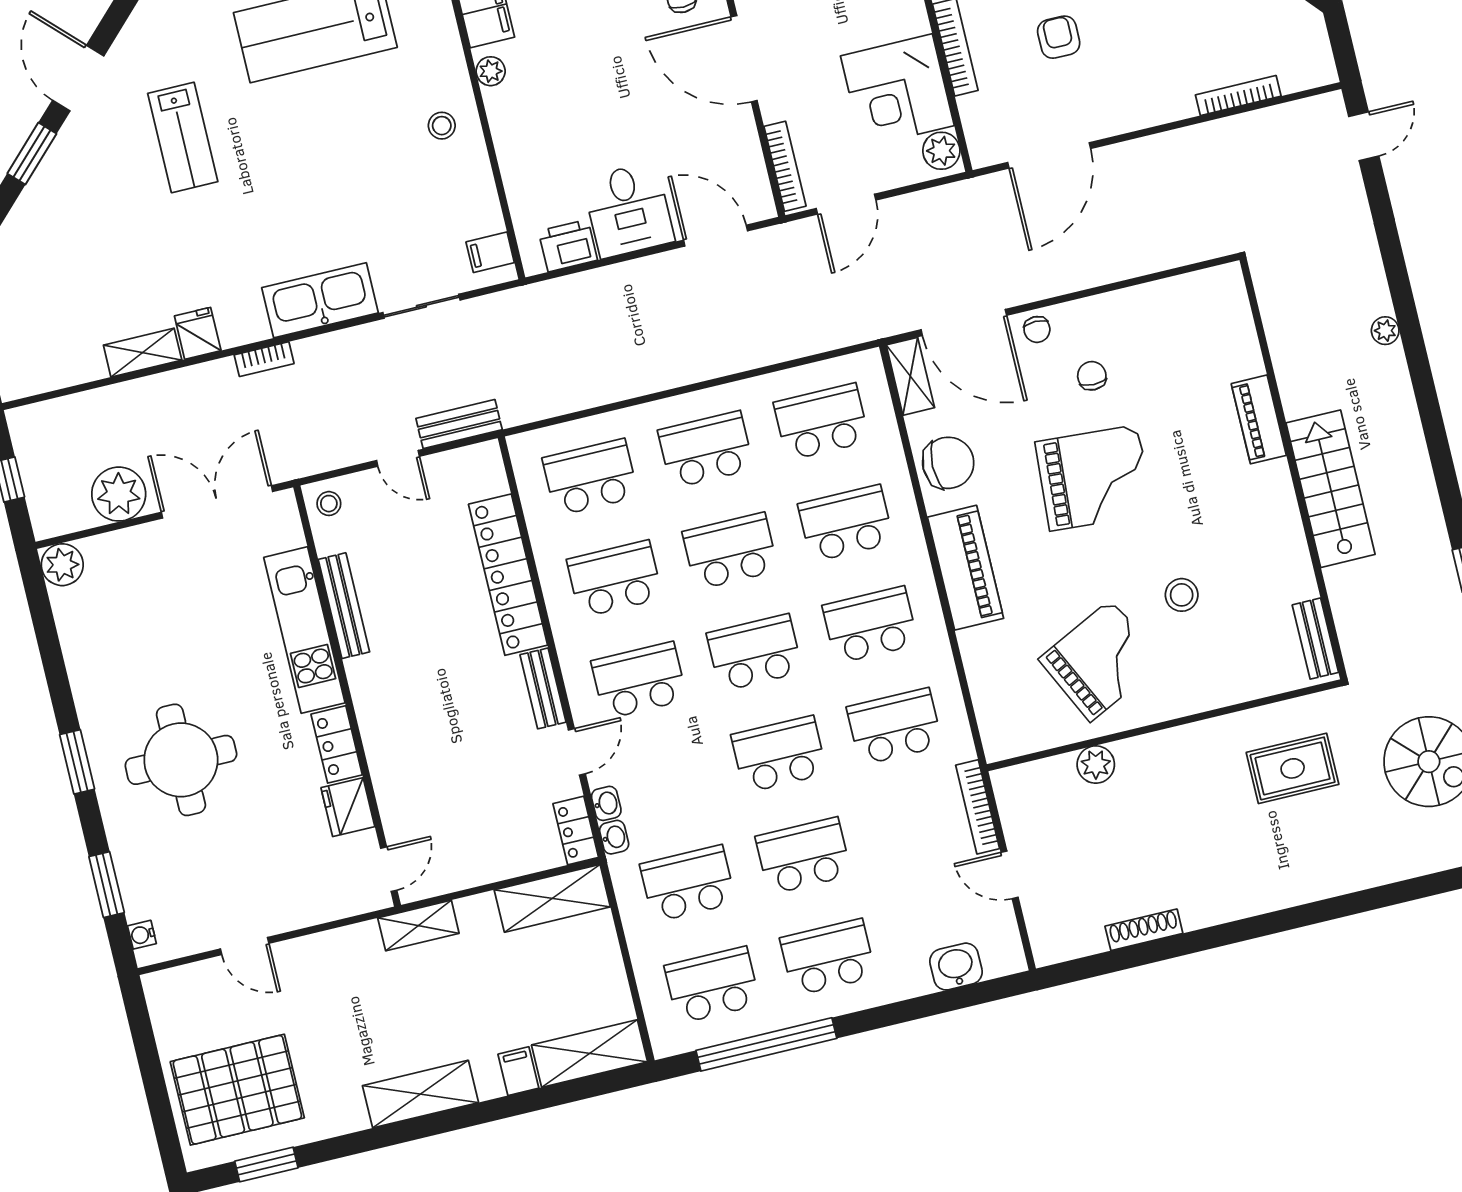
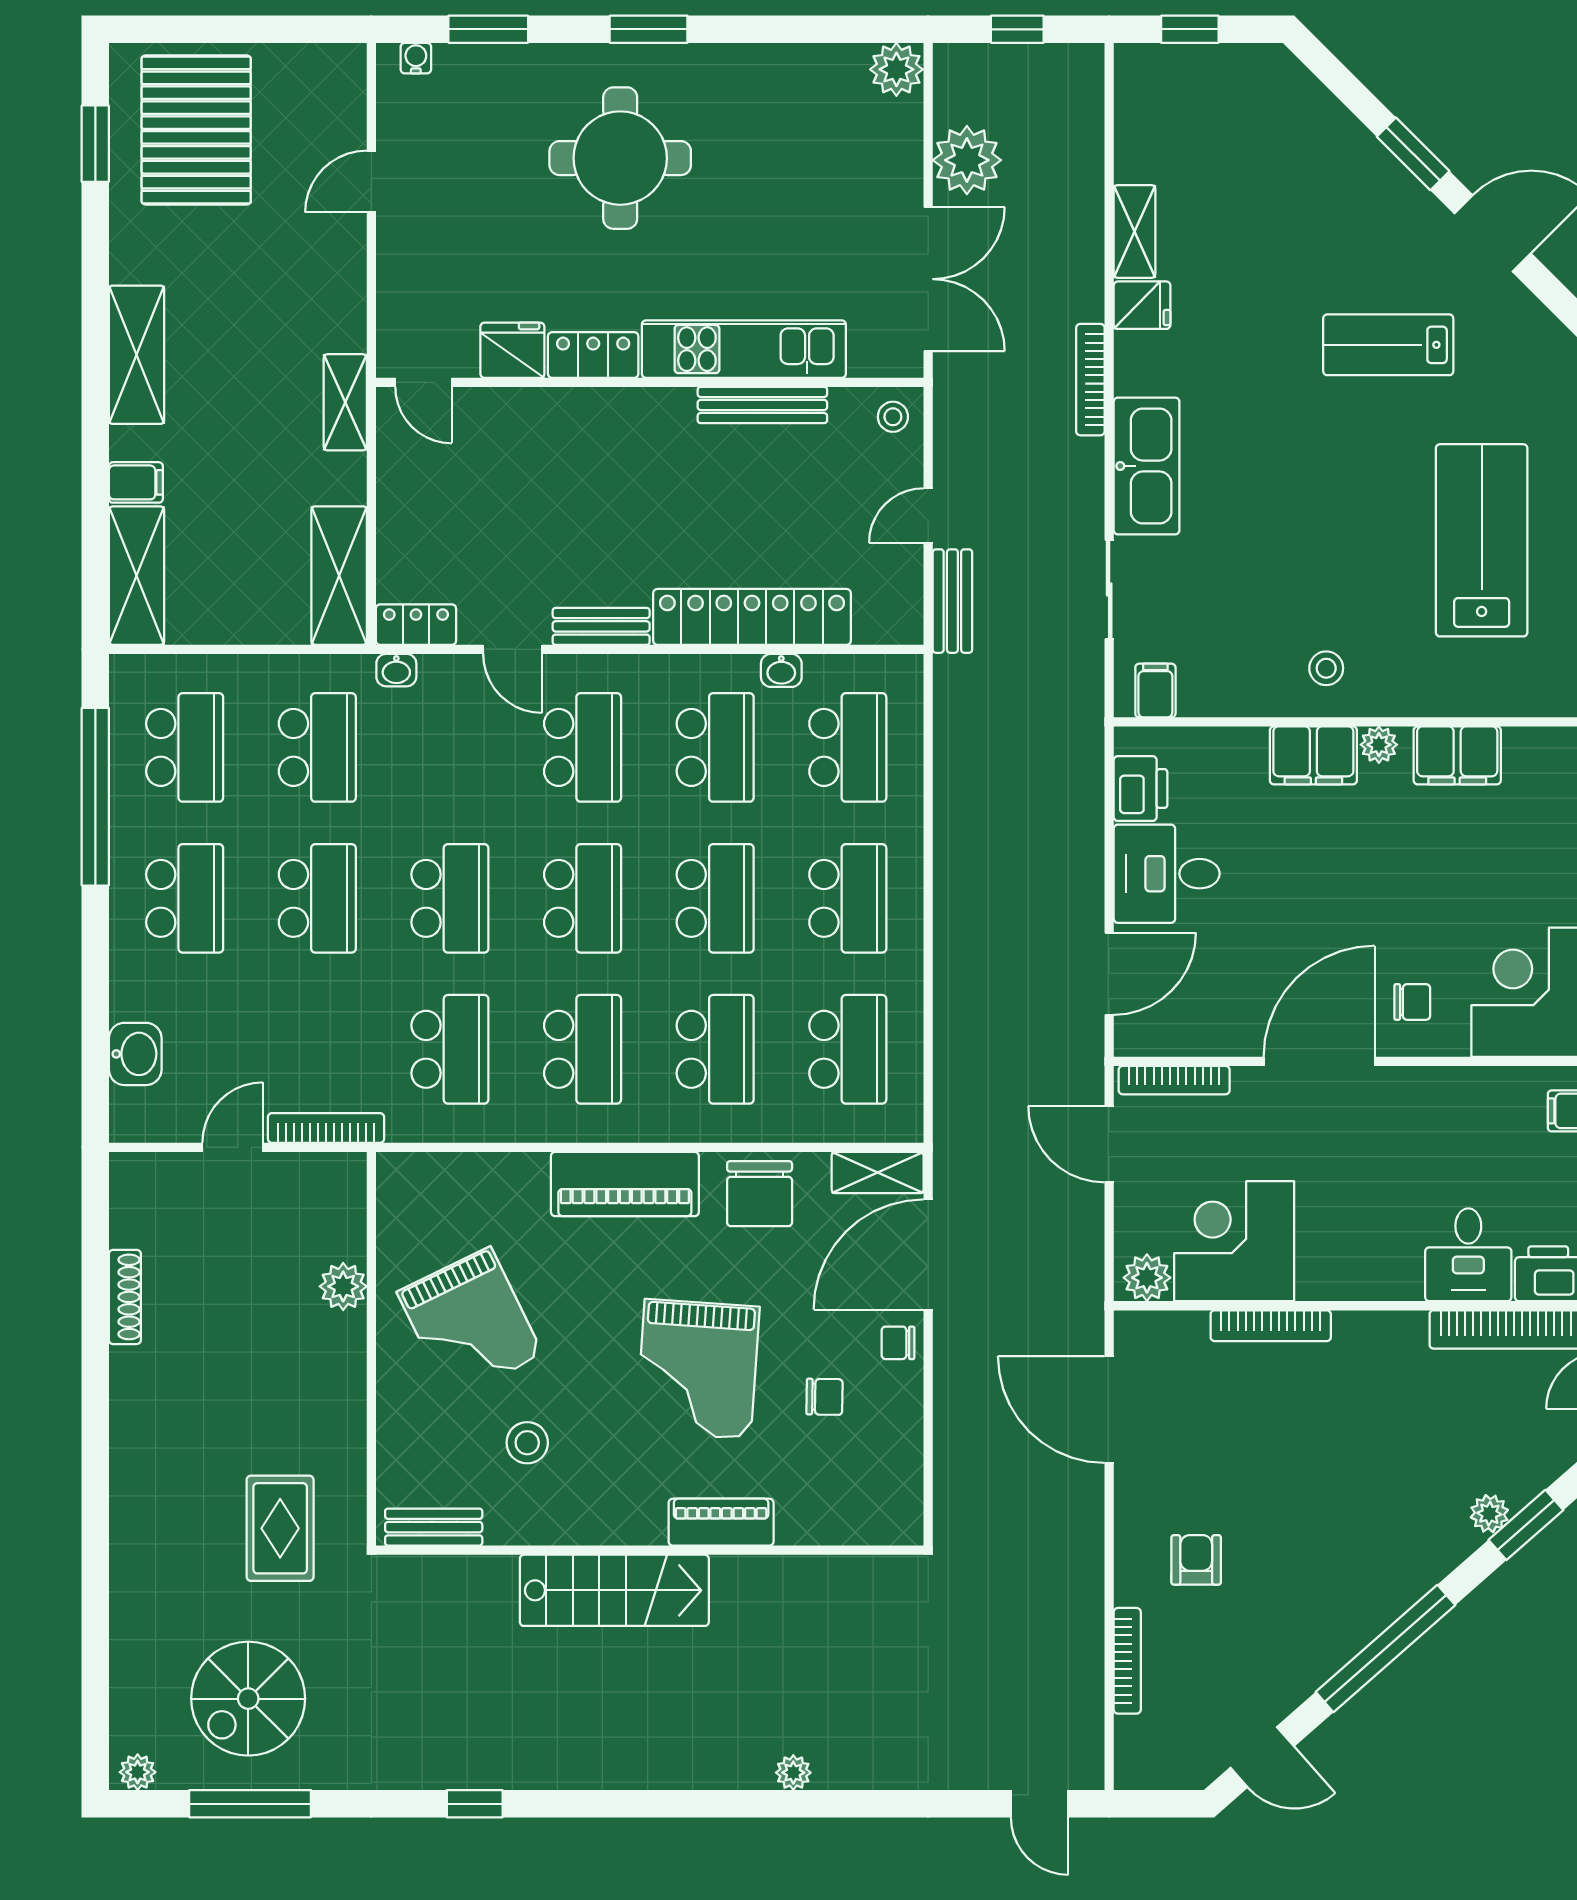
armchair: (1059, 37) -> (1196, 1560), moved, turned -90
filing cabinet: (511, 119) -> (1313, 755), added
bookcase: (264, 359) -> (1090, 380), width x1.56
piano: (1259, 419) -> (721, 1522), moved
wall: (1293, 469) -> (650, 1550), moved
stairs: (1331, 489) -> (614, 1590), moved
bench: (1315, 639) -> (434, 1527), moved
washbasin: (606, 803) -> (781, 670), moved

